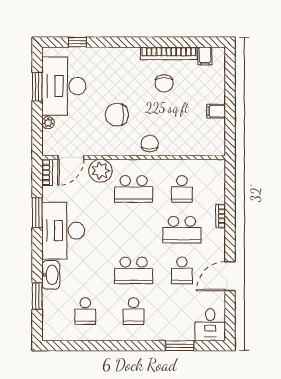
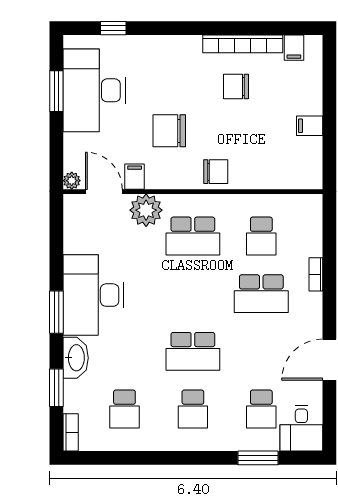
chair: (164, 83) -> (236, 86), turned 90
plant: (48, 123) -> (72, 181), moved
chair: (150, 144) -> (216, 172), turned 90
filing cabinet: (92, 147) -> (135, 177), added
door: (71, 158) -> (104, 192), swing flipped
bookcase: (47, 172) -> (71, 432), moved
window: (37, 213) -> (56, 312), moved
school desk: (182, 270) -> (261, 409), moved

